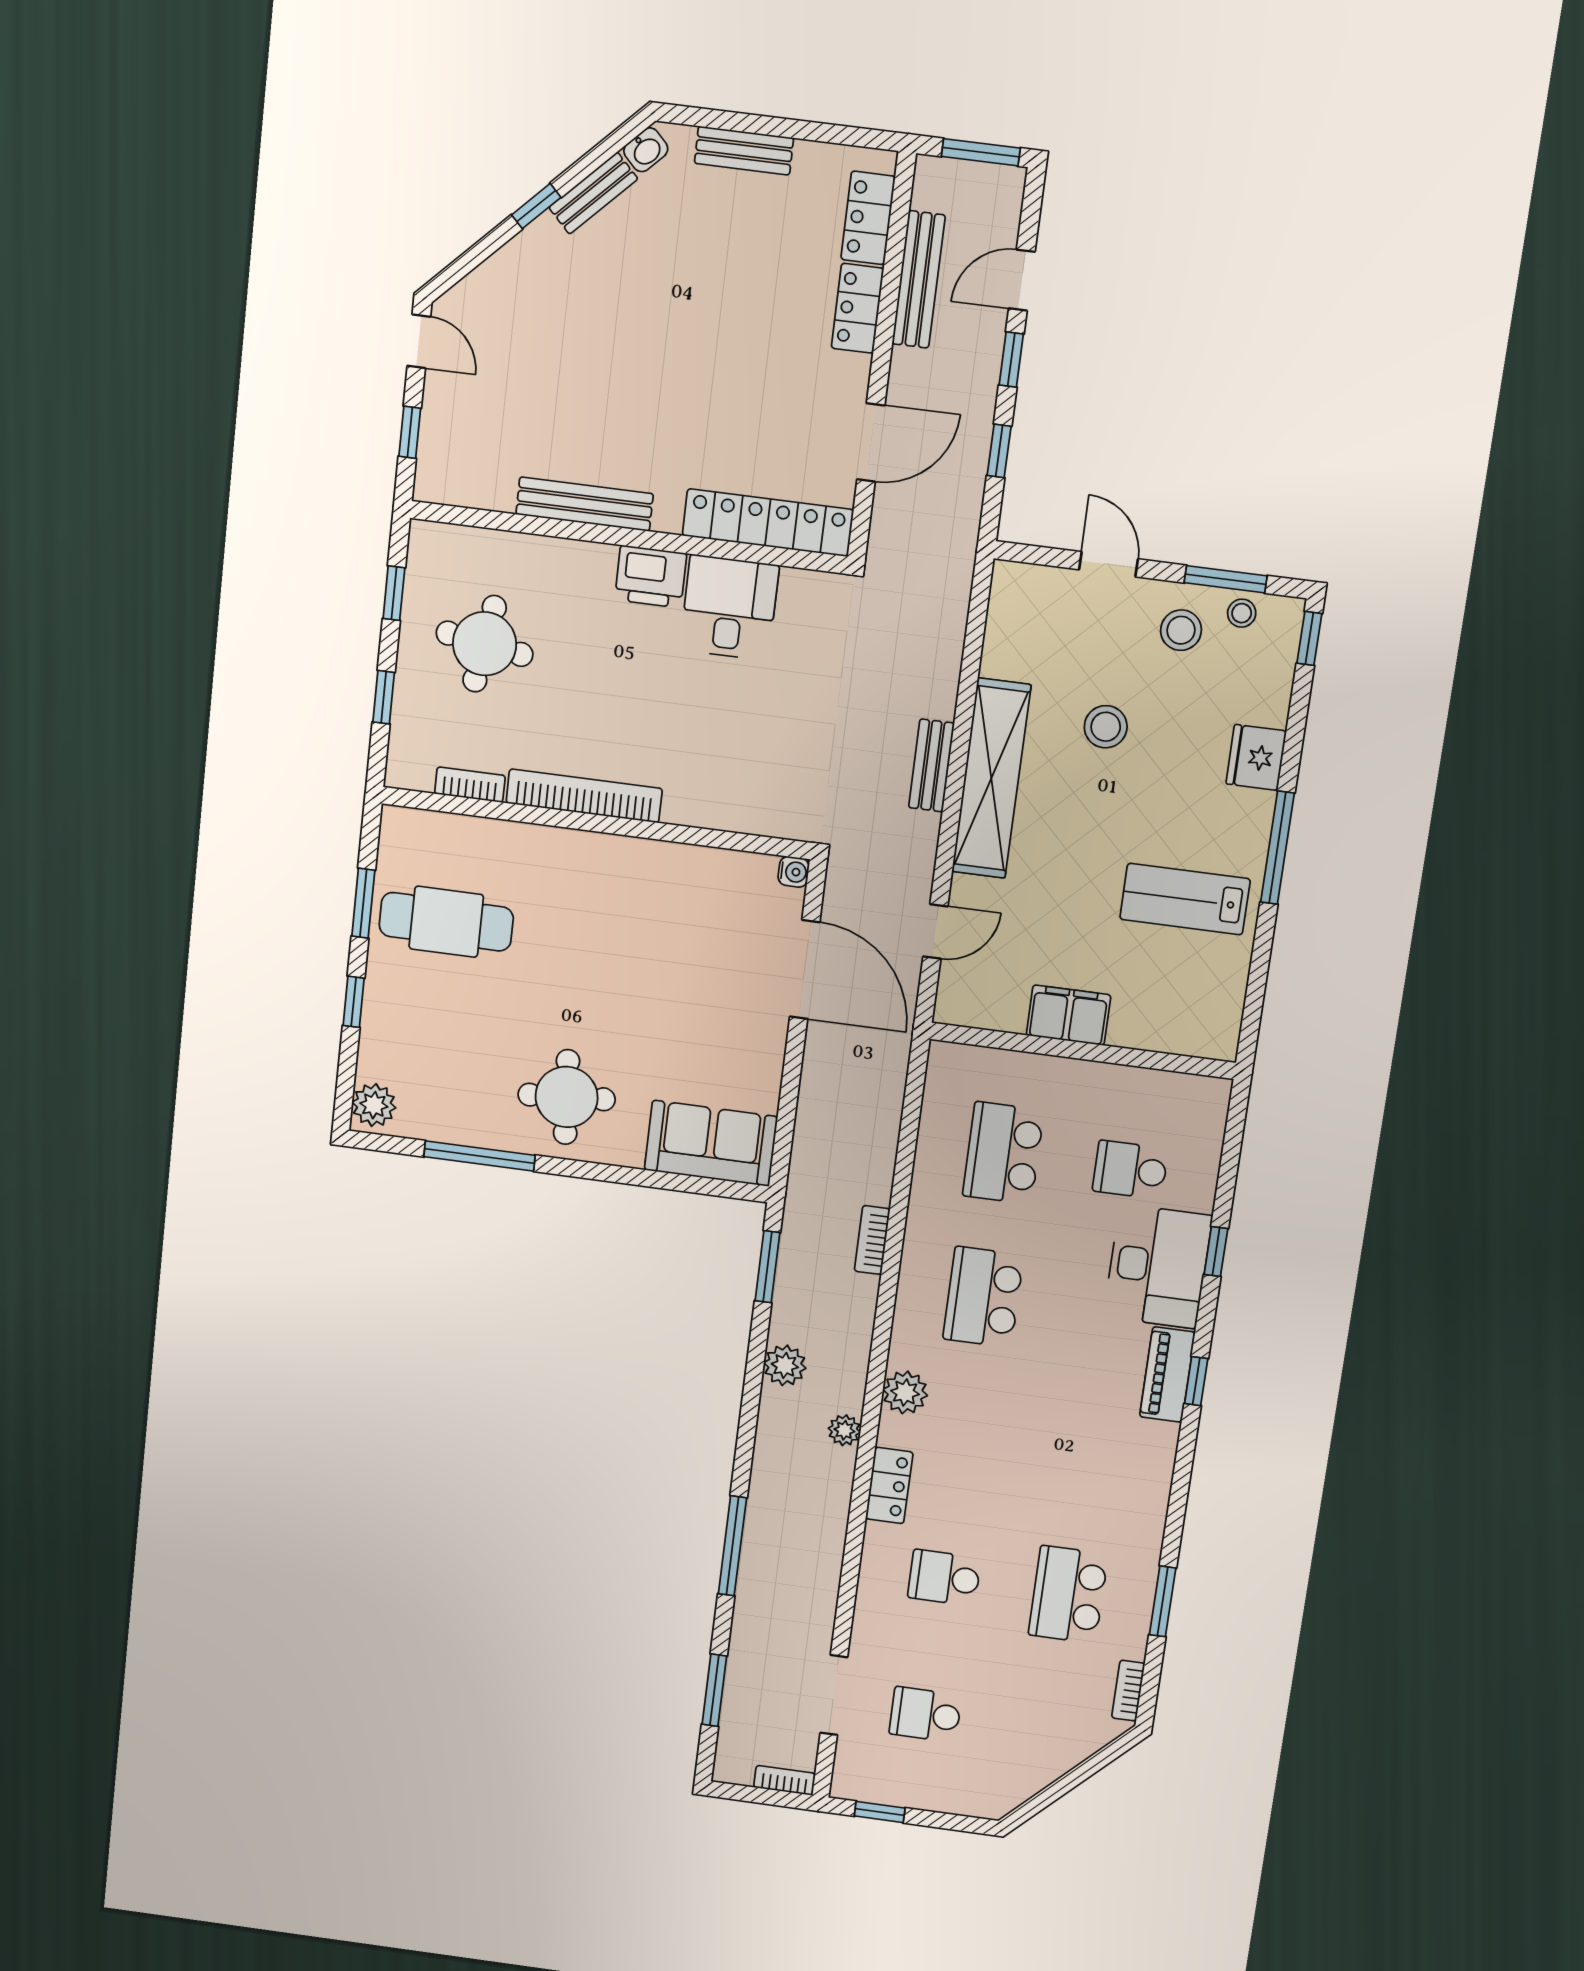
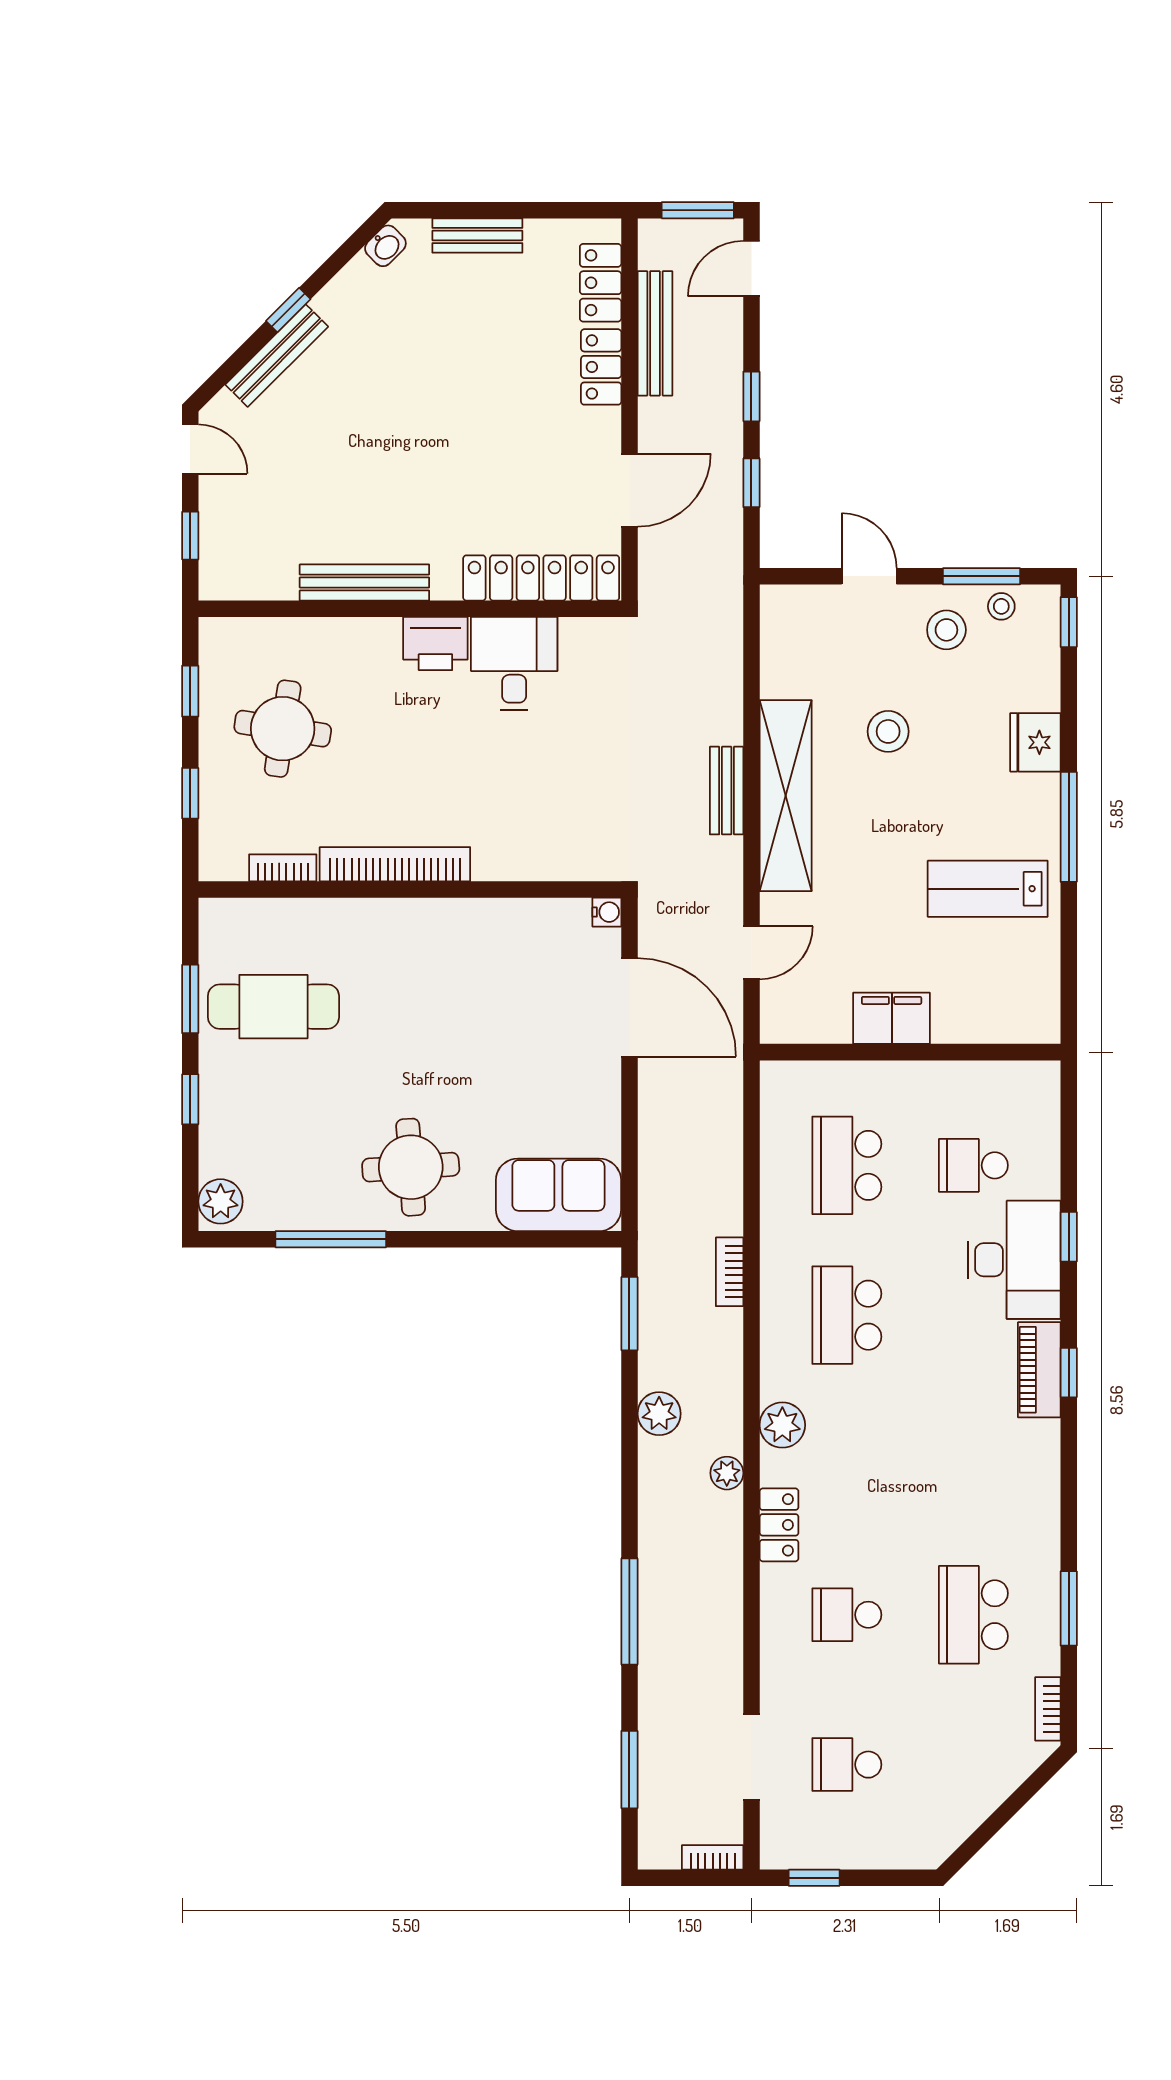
bench: (593, 193) -> (277, 356), moved, width x1.36
door: (1022, 280) -> (751, 269), moved

